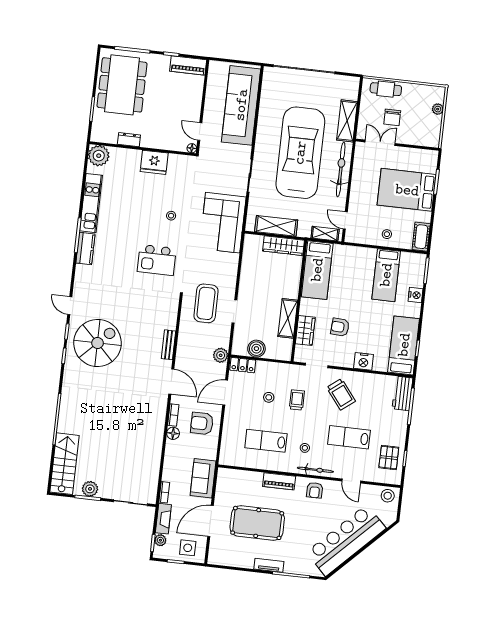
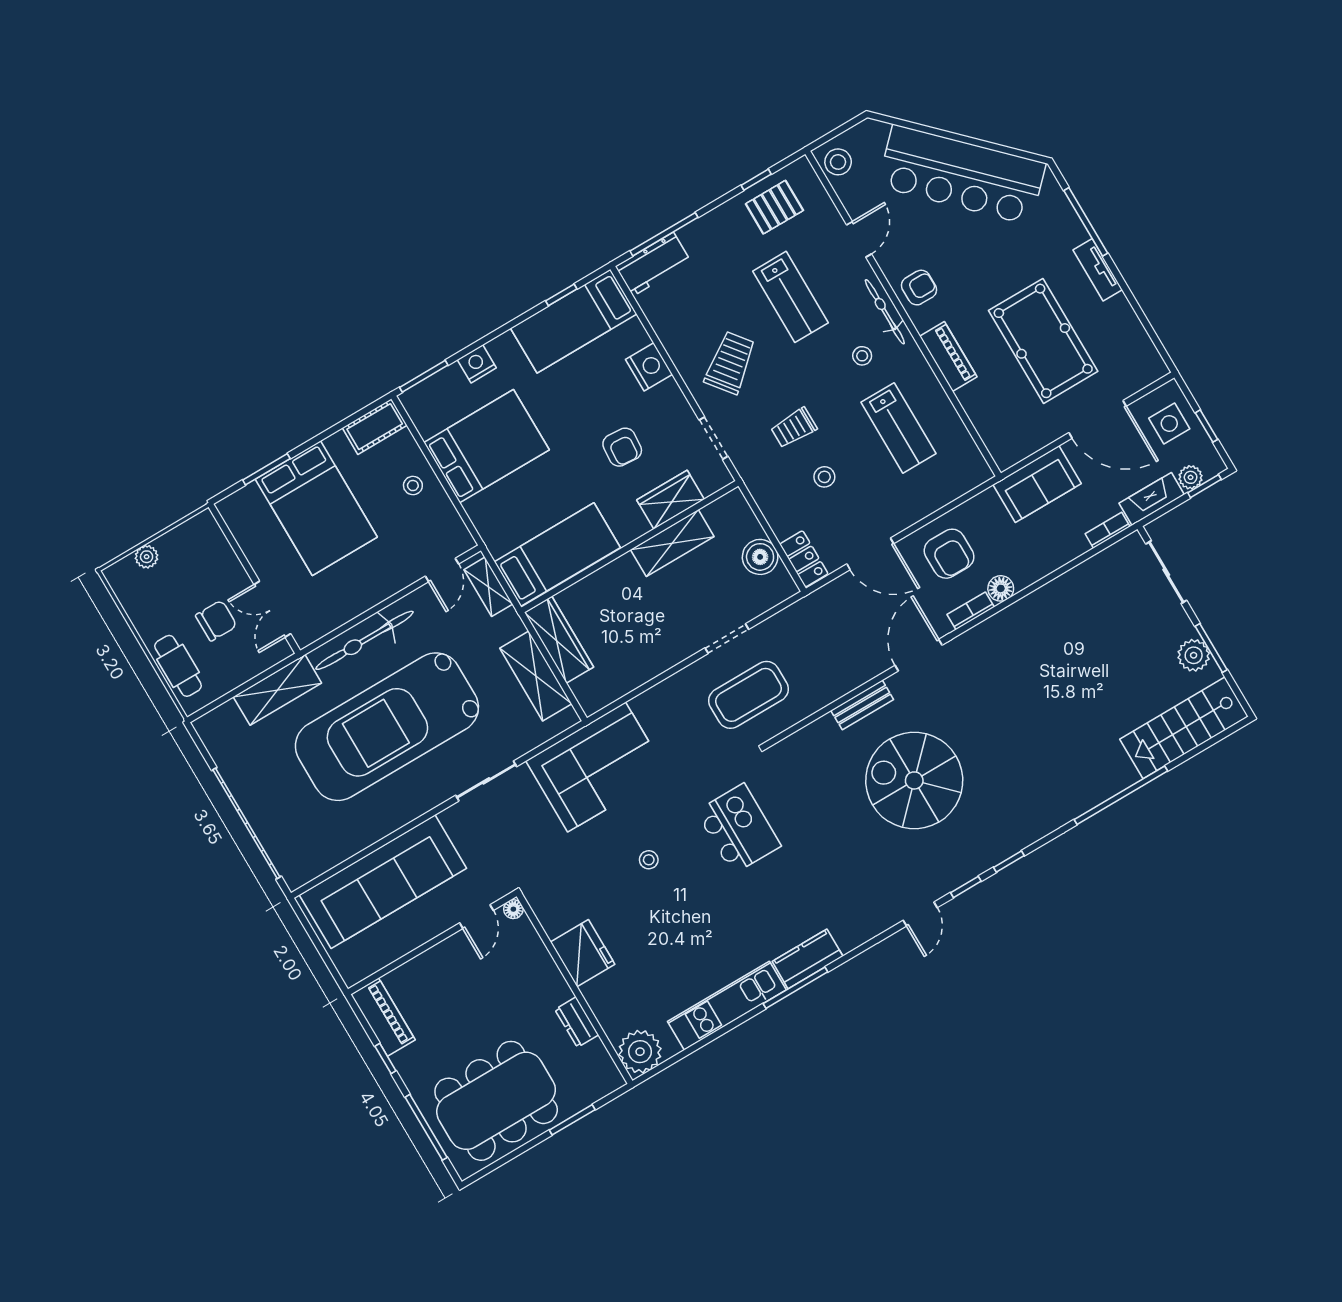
bed: (386, 275) -> (487, 446), width x1.50
spiral stairs: (98, 343) -> (914, 780), moved
plant: (221, 355) -> (815, 607), removed

